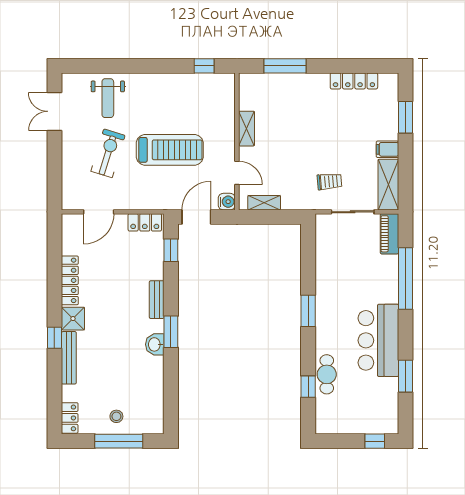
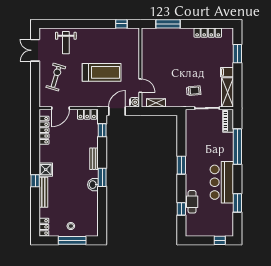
shelving: (247, 129) -> (146, 60), removed
exercise bike: (108, 153) -> (56, 77), moved
locker: (70, 280) -> (44, 130), moved

